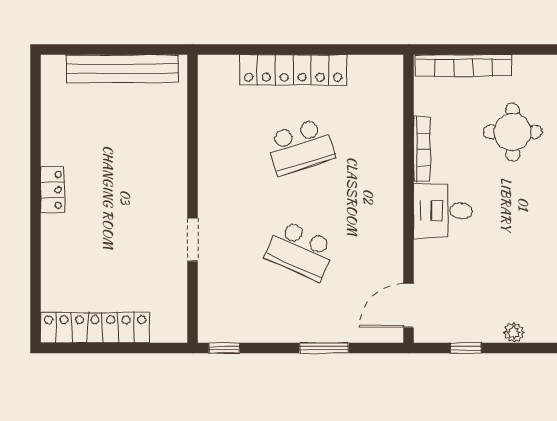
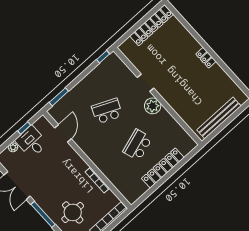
plant: (216, 190) -> (153, 106), added
desk: (443, 211) -> (31, 142), moved, turned -90
door: (409, 306) -> (63, 133), moved
window: (324, 348) -> (59, 97), moved

